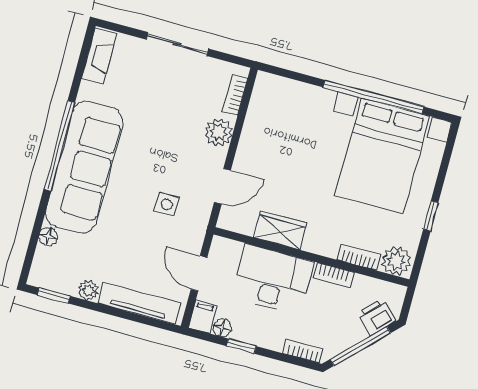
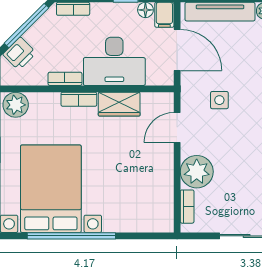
plant: (219, 132) -> (197, 172), width x1.36, depth x1.36
bookcase: (359, 257) -> (79, 99), moved
door: (199, 273) -> (177, 50), width x1.38

